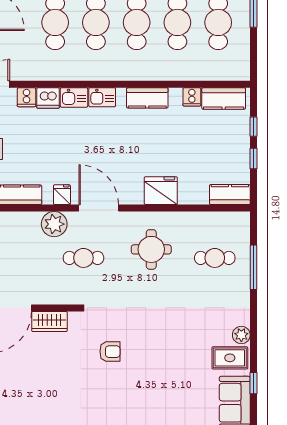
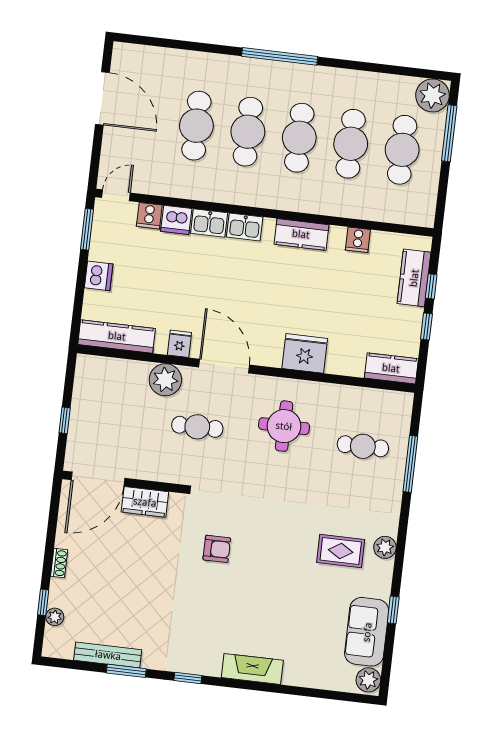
kitchen counter: (224, 99) -> (414, 278), moved, turned 90
rug: (230, 358) -> (341, 551), moved

